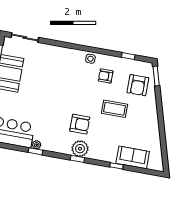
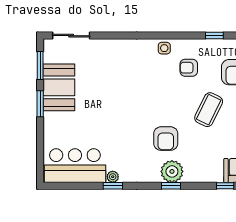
coffee table: (114, 109) -> (209, 110), turned -64
armchair: (80, 124) -> (166, 139), turned 90

